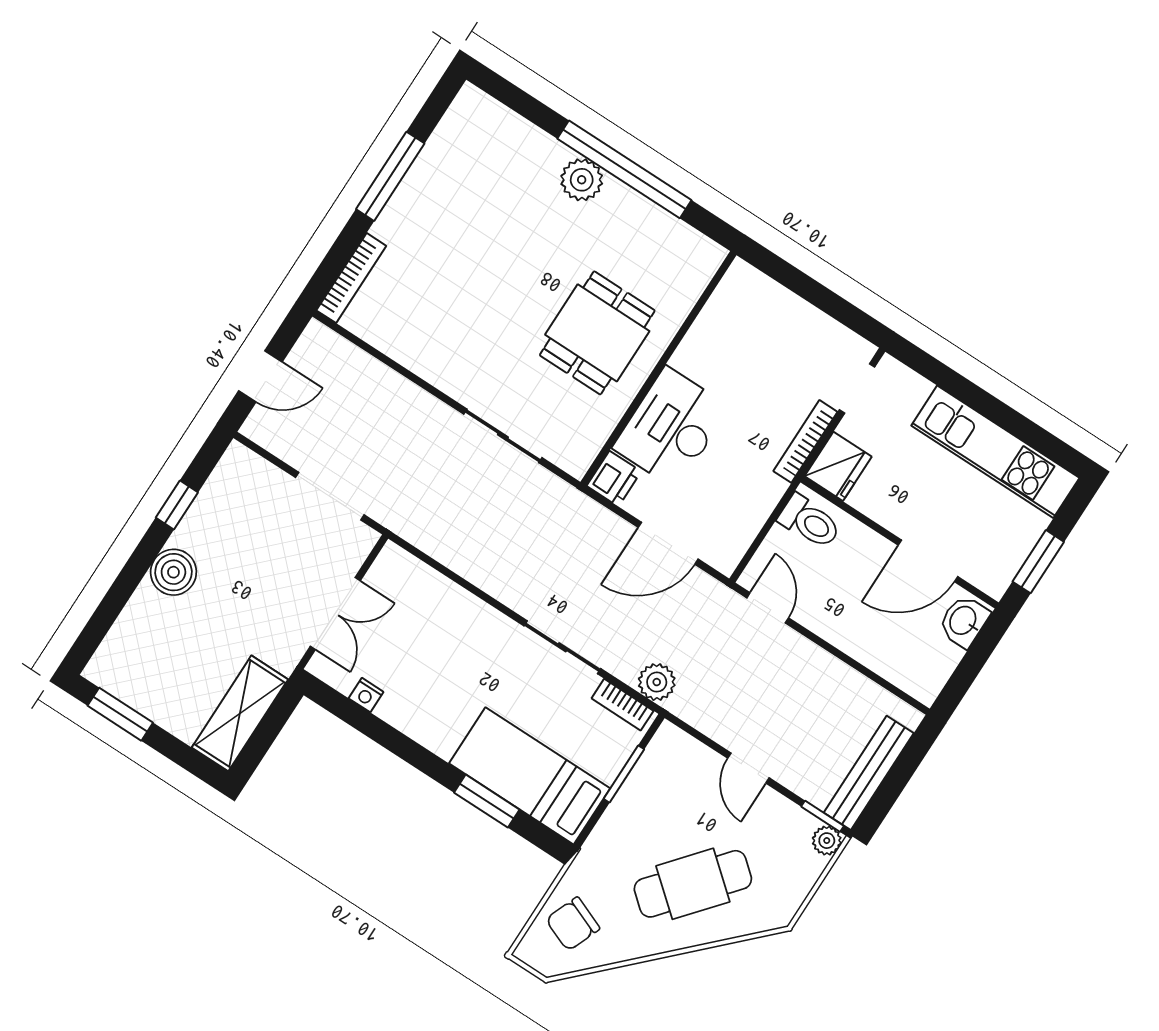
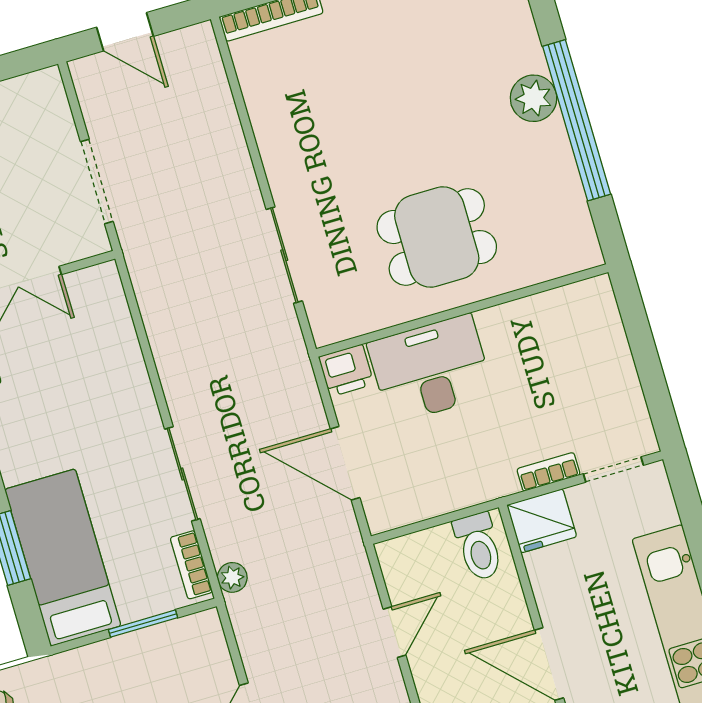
bookcase: (805, 441) -> (548, 472), width x0.64
door: (768, 608) -> (395, 632), moved
plant: (657, 682) -> (232, 577), width x0.73, depth x0.73

